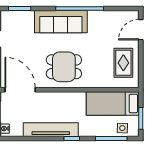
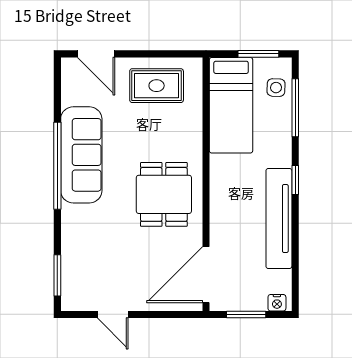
sofa: (61, 22) -> (81, 155), moved

